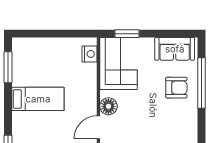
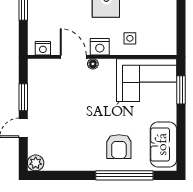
nightstand: (90, 54) -> (100, 47), moved
side table: (82, 78) -> (130, 38), added
floor lamp: (108, 106) -> (93, 64), width x0.53, depth x0.53

